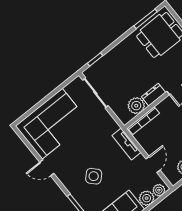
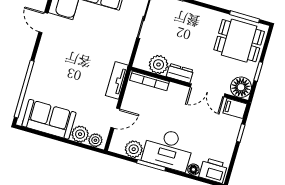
side table: (94, 176) -> (66, 71), removed

